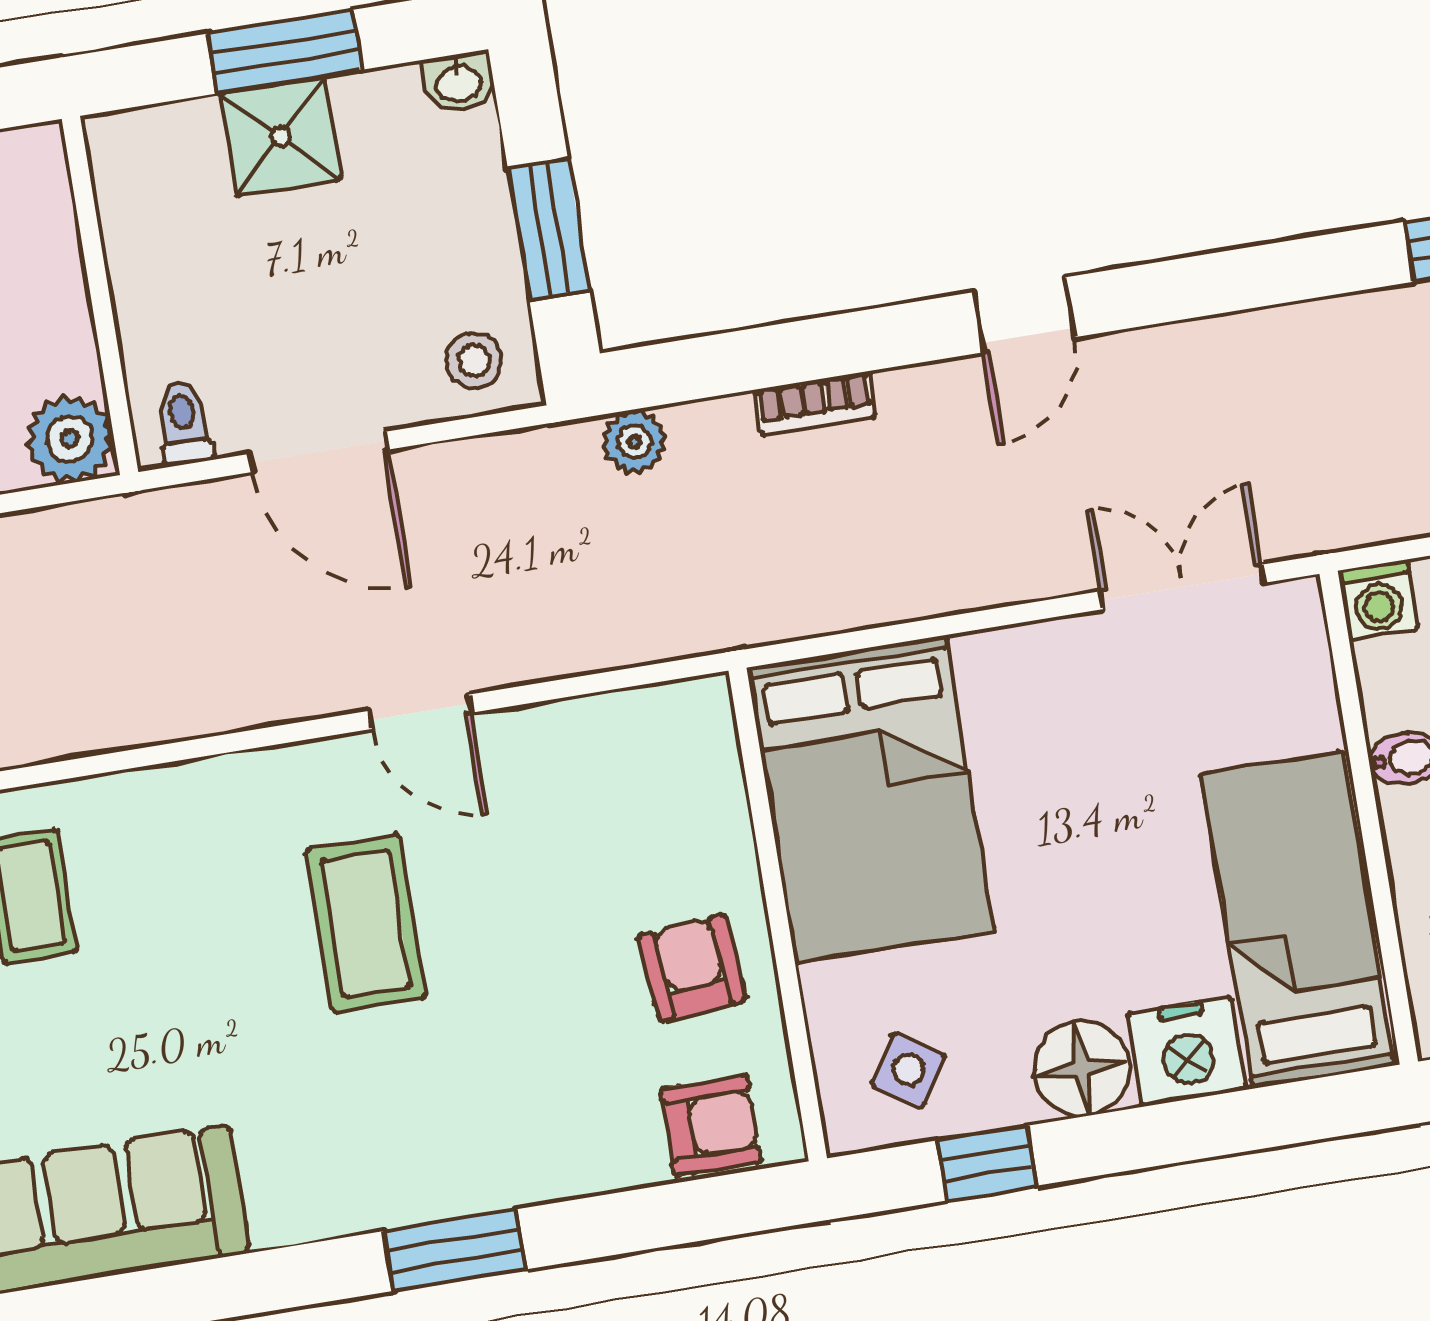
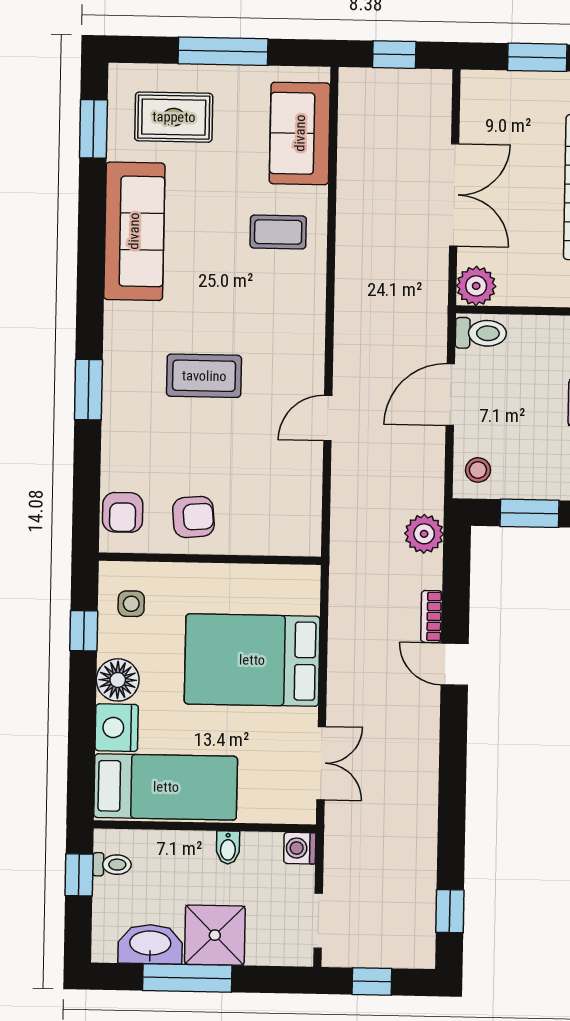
door: (1024, 315) -> (455, 664), moved
toilet: (183, 423) -> (481, 333), width x1.37, depth x1.39
plant: (634, 441) -> (424, 534), width x1.38, depth x1.38
bed: (870, 799) -> (252, 660), moved
coffee table: (366, 924) -> (204, 376), moved
side table: (908, 1070) -> (131, 604), turned -33

